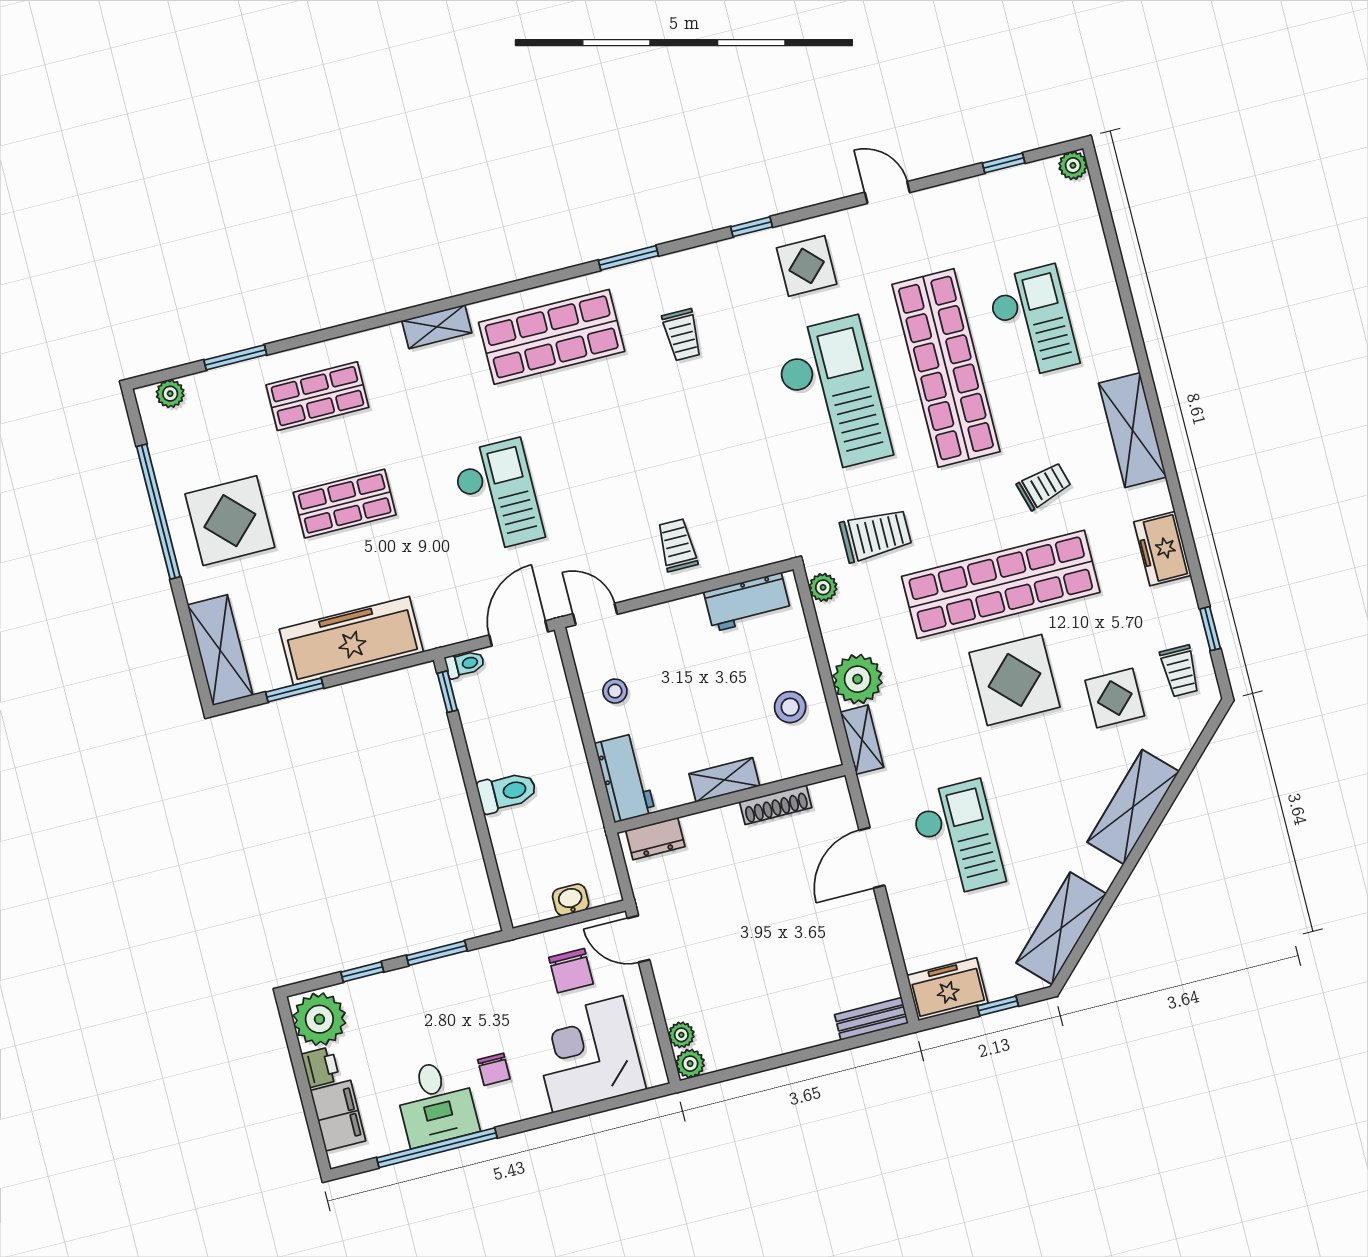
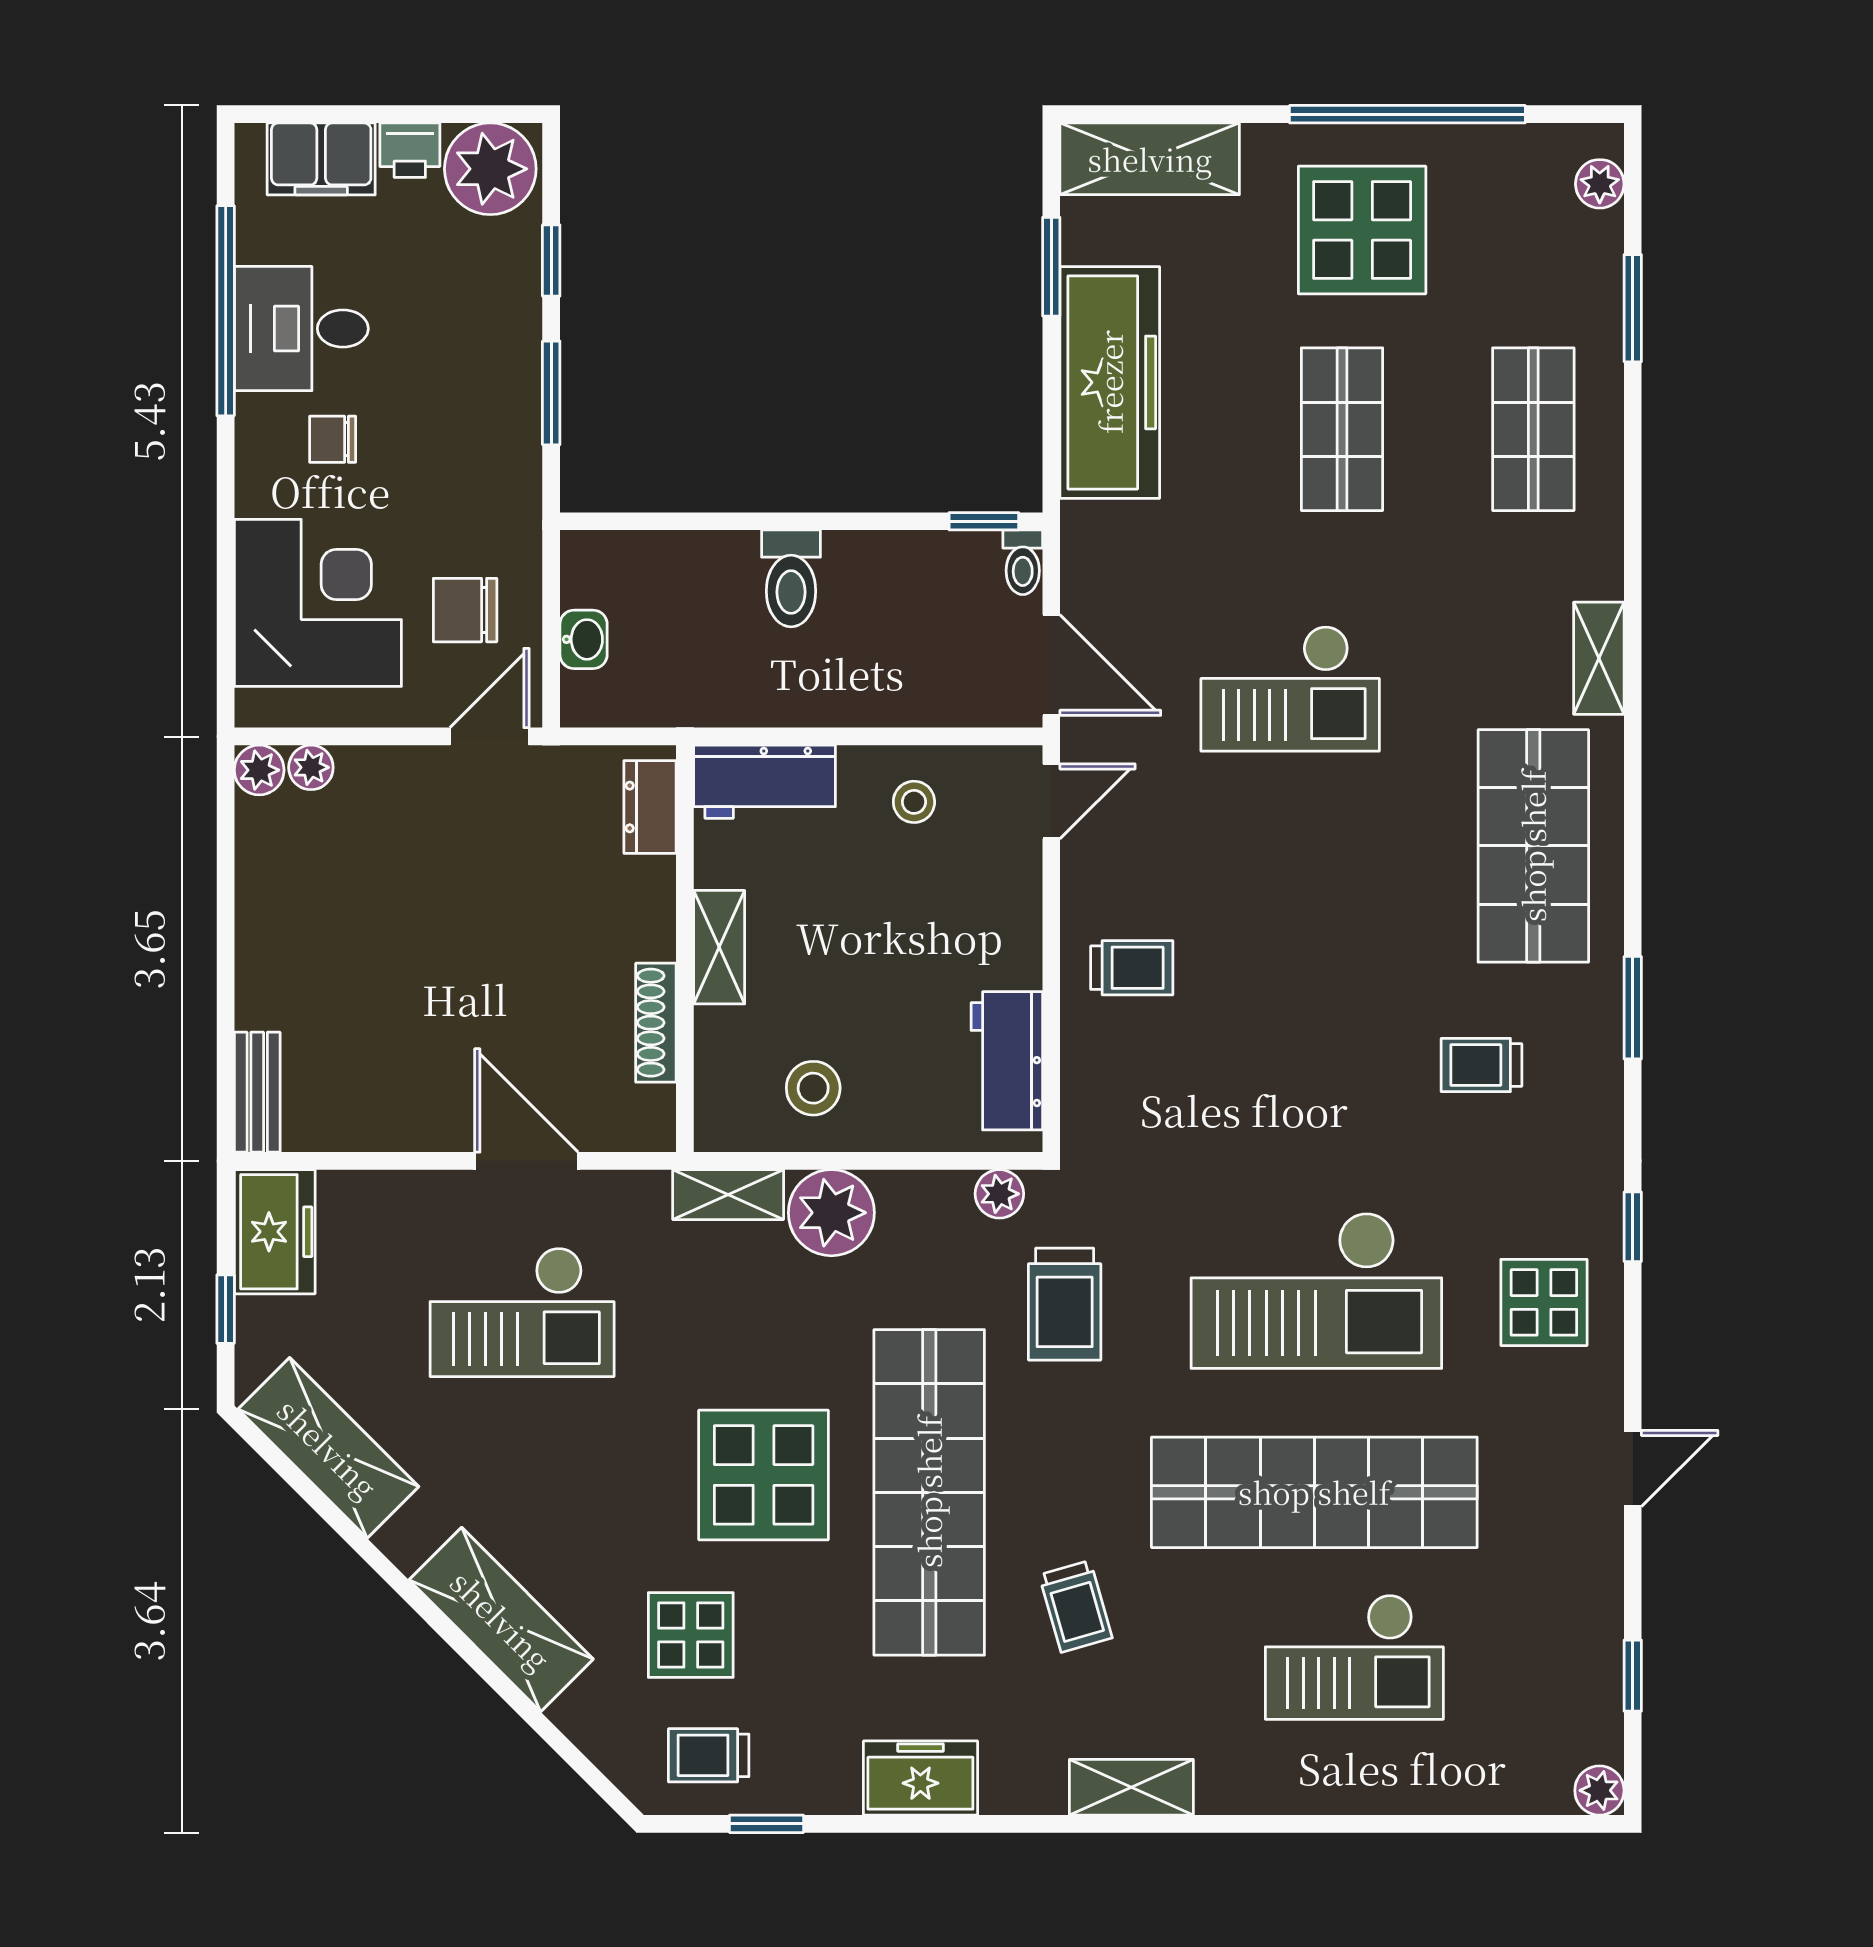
shelving: (1132, 430) -> (1131, 1787), width x0.67, depth x0.75

